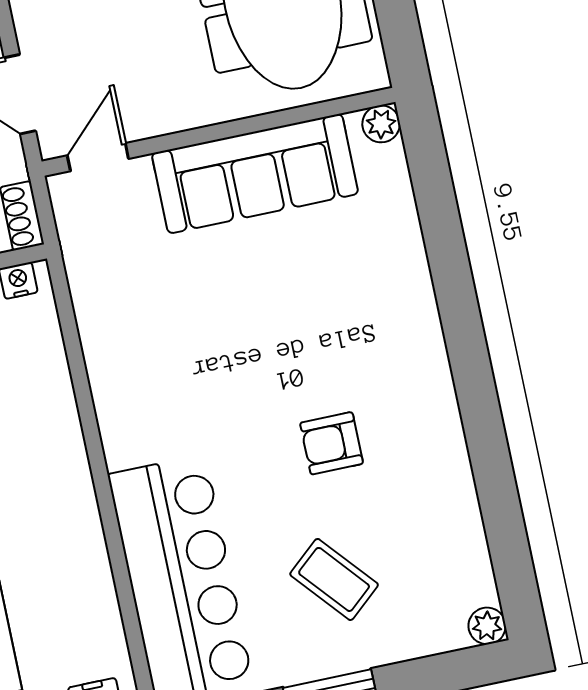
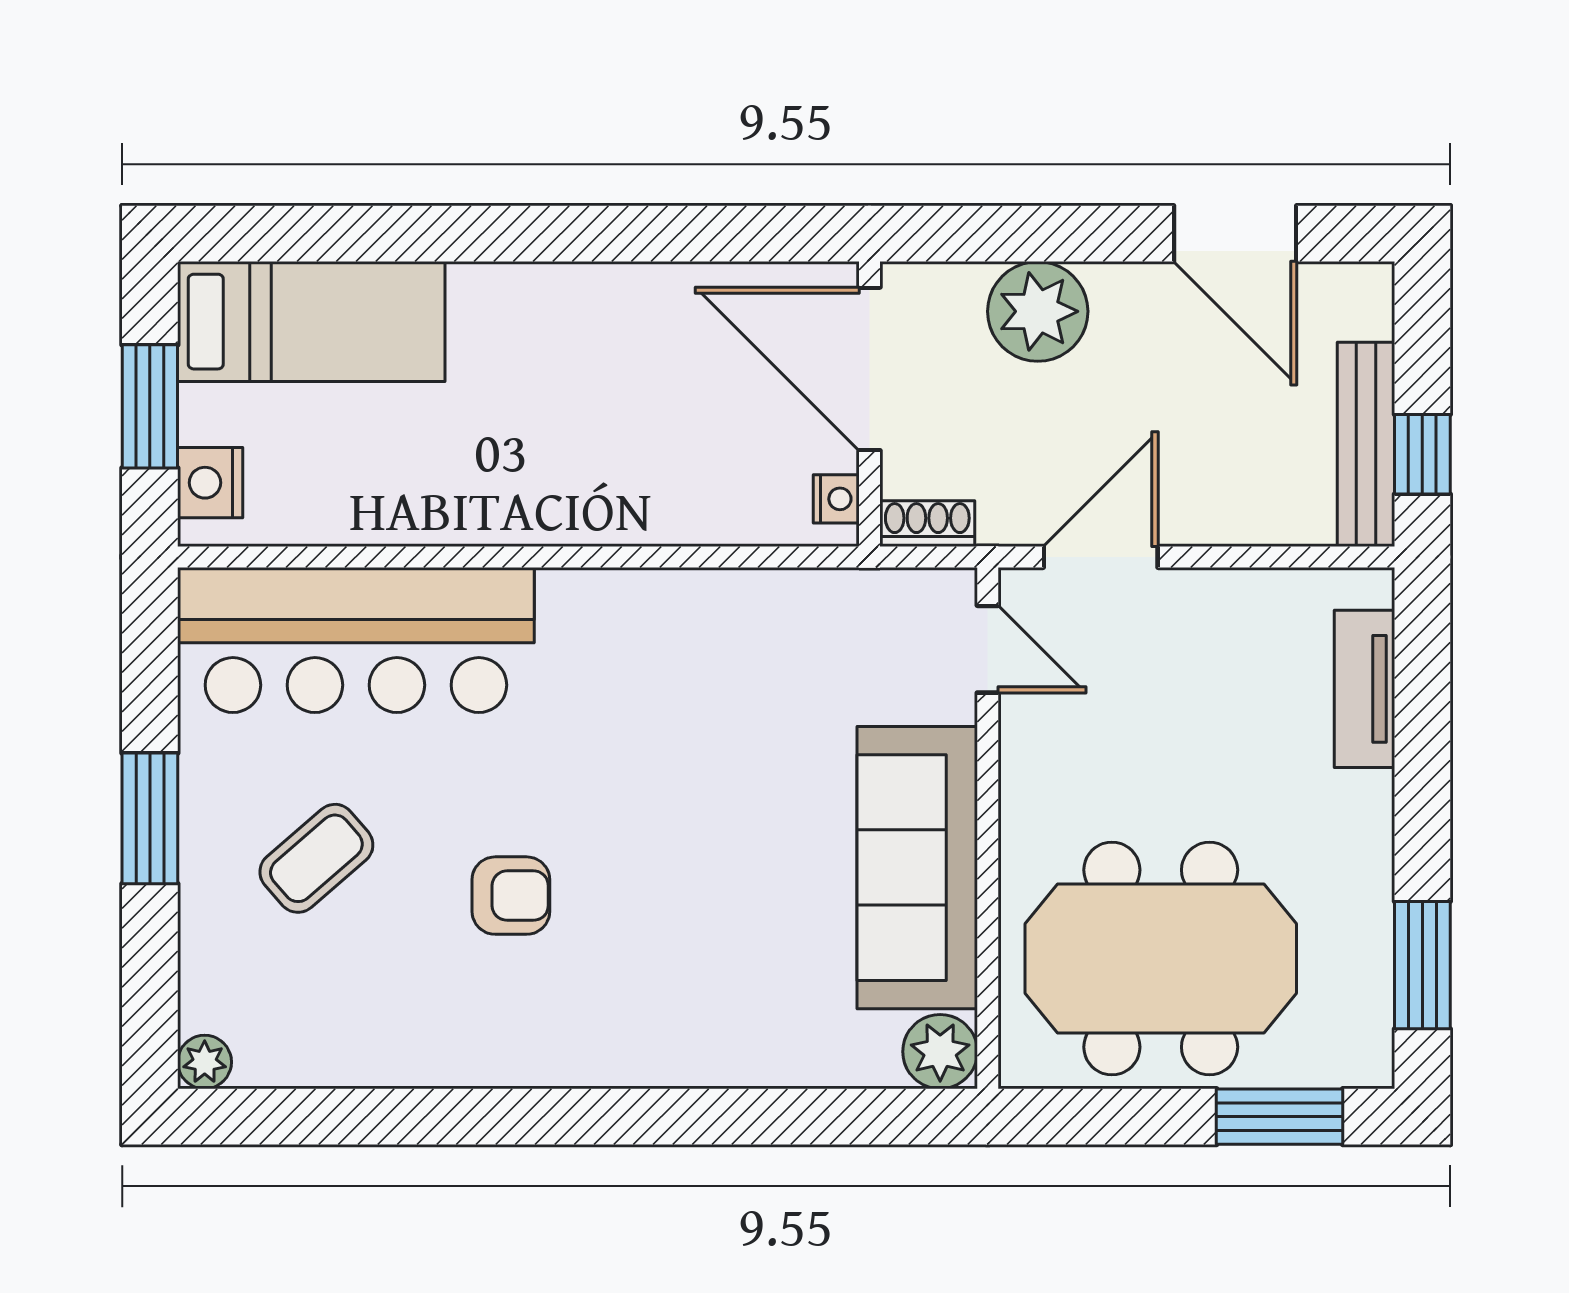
plant: (381, 124) -> (940, 1052), width x1.38, depth x1.38
armchair: (332, 443) -> (511, 896), turned 90

